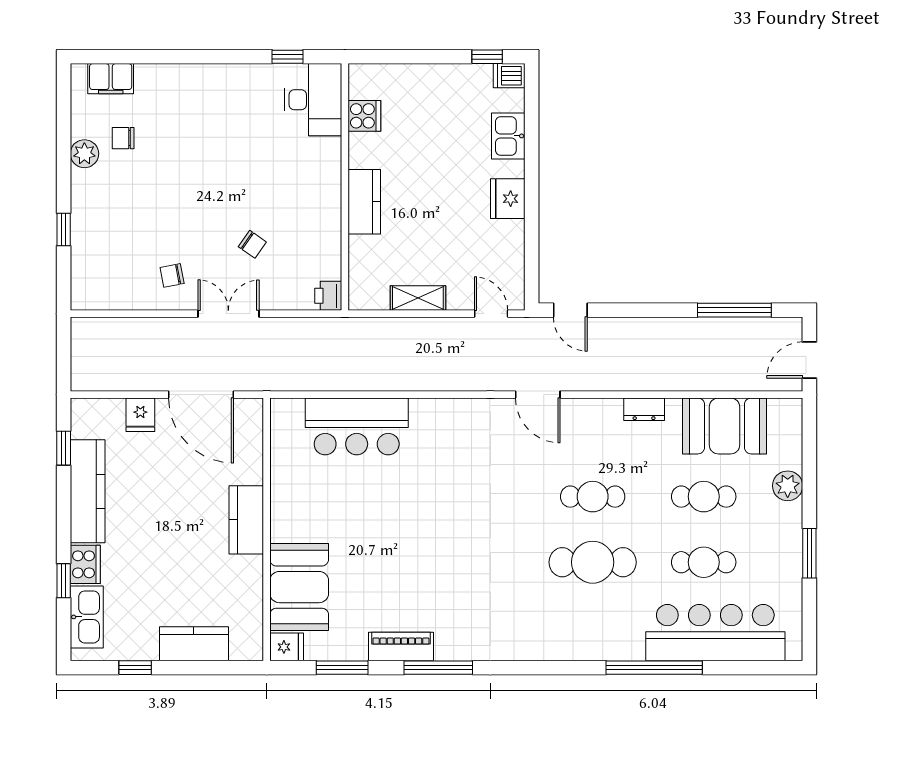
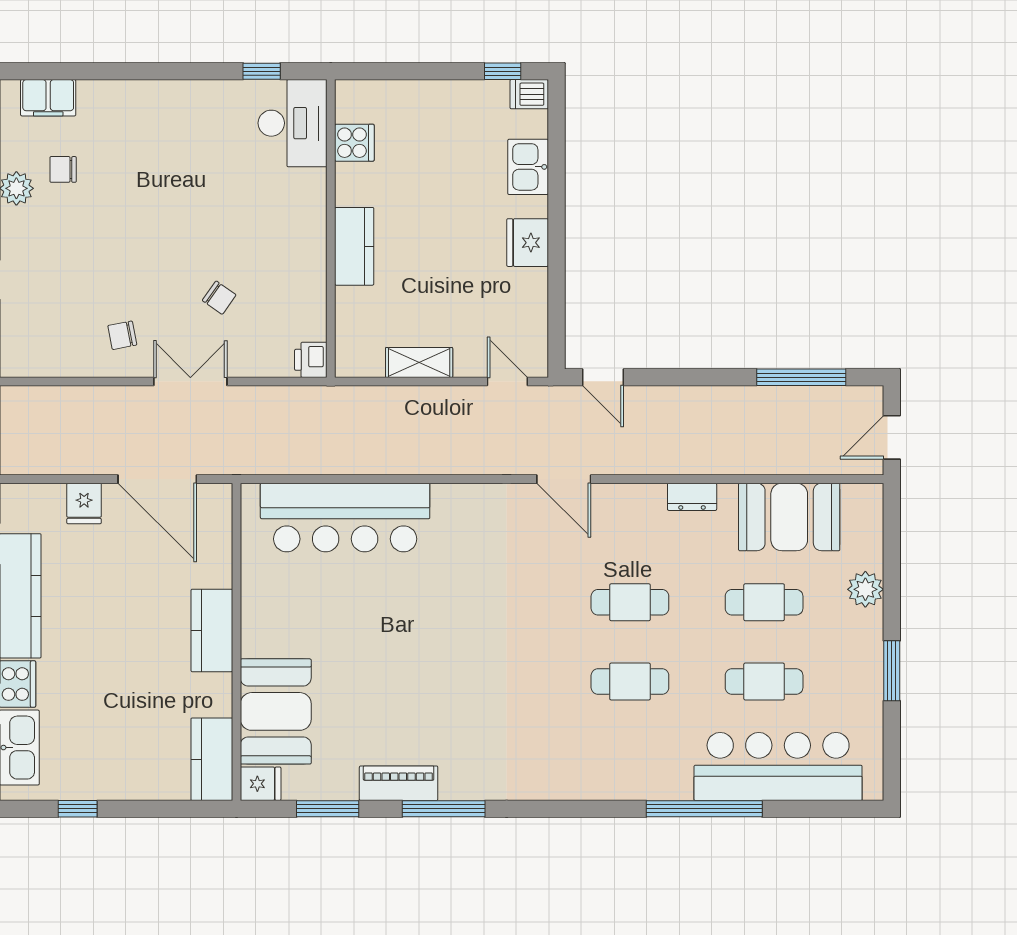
bar counter: (357, 426) -> (345, 517), width x1.36
cafe table: (593, 562) -> (630, 682), width x0.73, depth x0.74
kitchen counter: (194, 644) -> (212, 759), moved, turned -90

